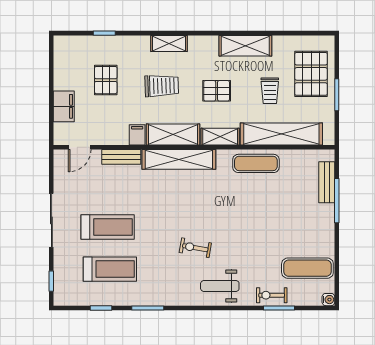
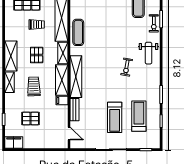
shelving: (245, 46) -> (11, 56), moved
filing cabinet: (64, 106) -> (14, 143), moved
treadmill: (108, 227) -> (115, 117), turned 180

